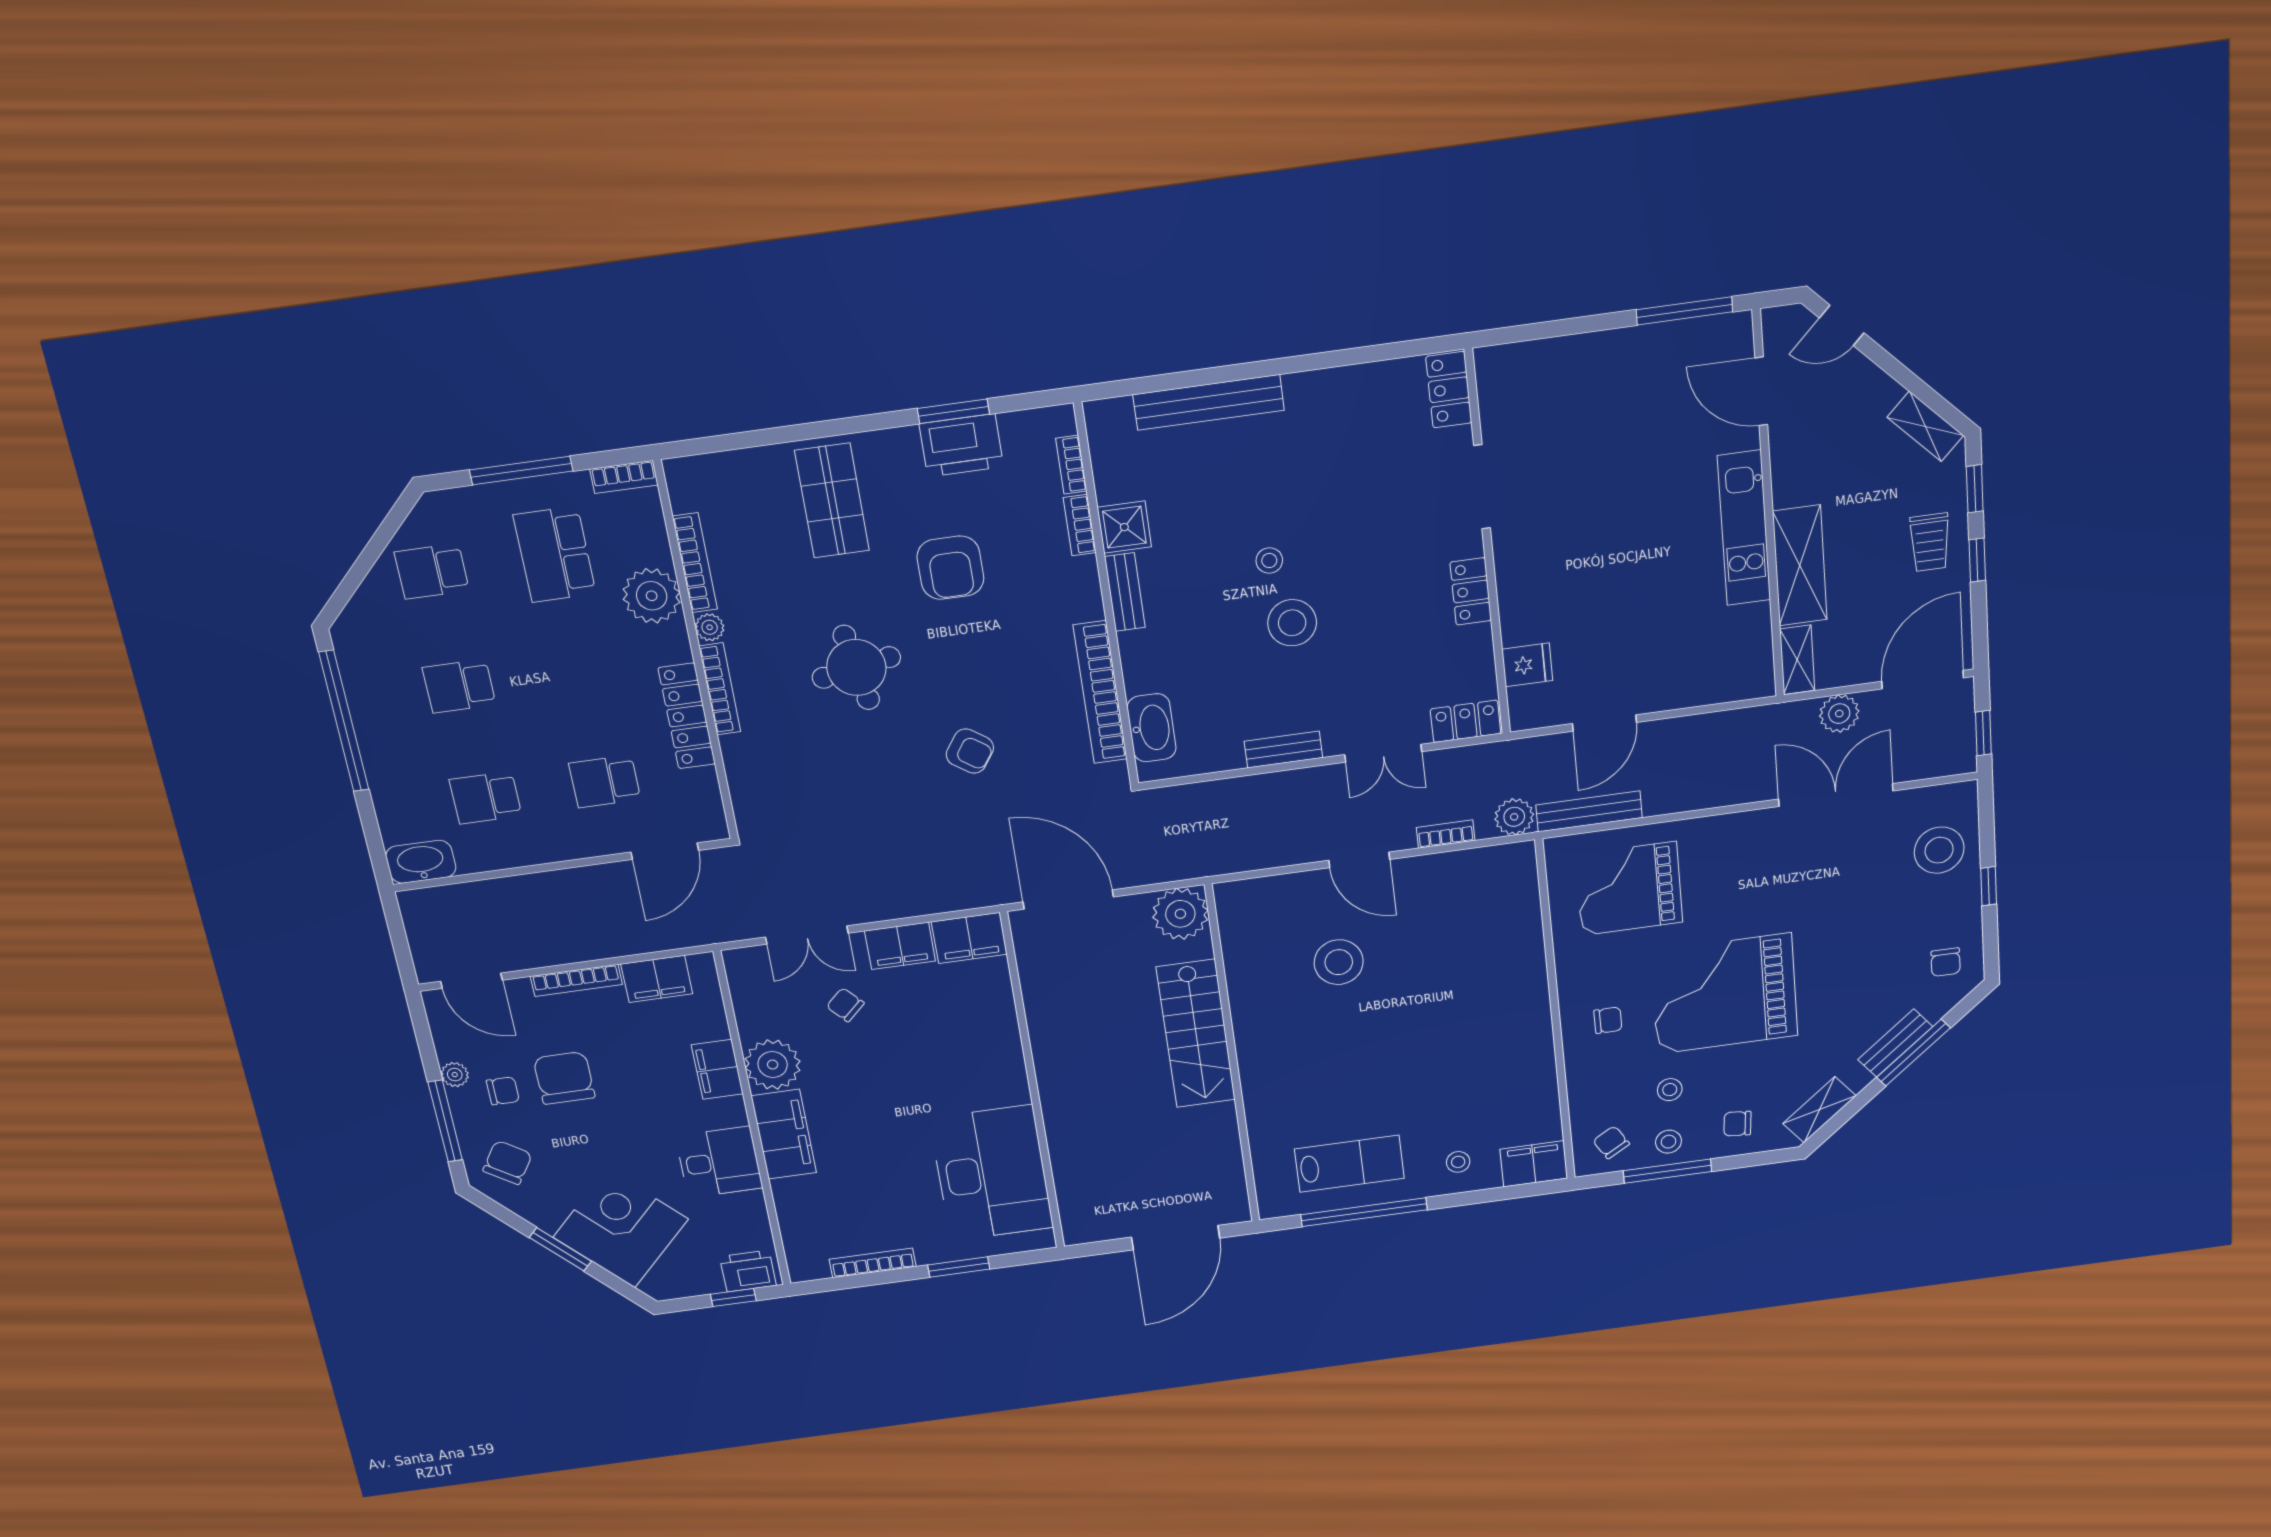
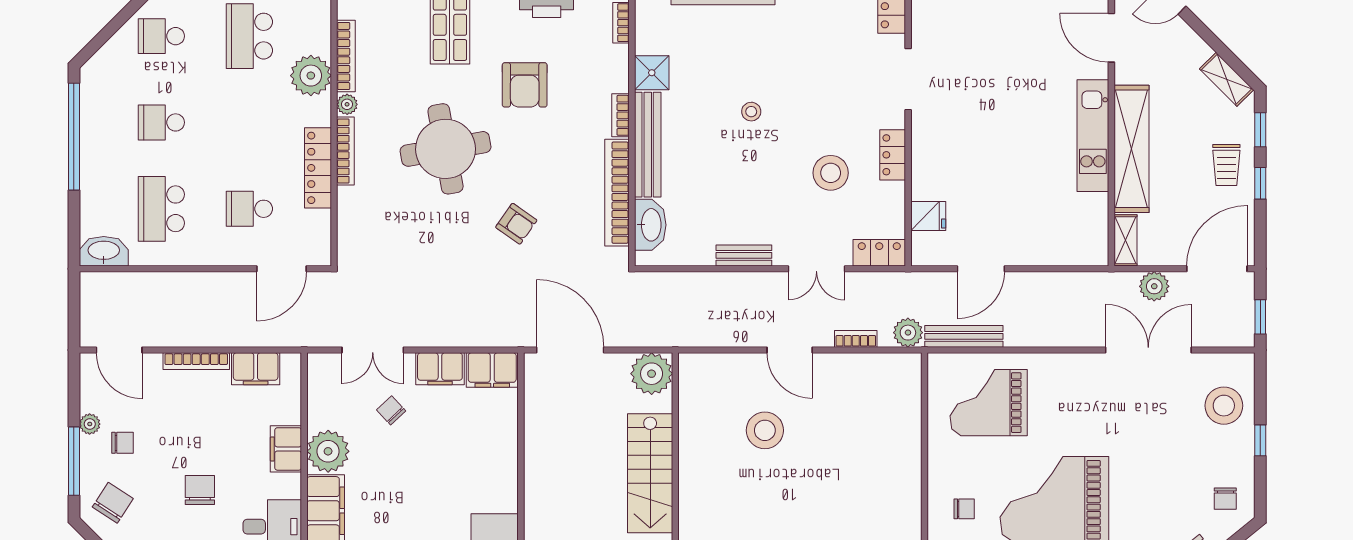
bookcase: (1080, 525) -> (621, 115), moved
shelving: (1800, 566) -> (1131, 149), width x1.47
bench: (1125, 592) -> (648, 145), width x1.86, depth x1.21
stool: (1292, 623) -> (831, 173), moved
round table: (856, 667) -> (446, 149), width x1.36, depth x1.36
school desk: (486, 798) -> (161, 209), width x1.85
chair: (564, 1078) -> (200, 490), moved, width x0.73, depth x0.73

